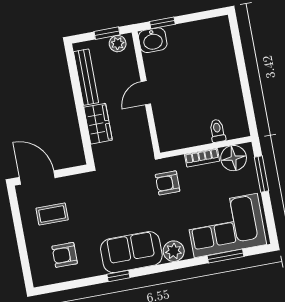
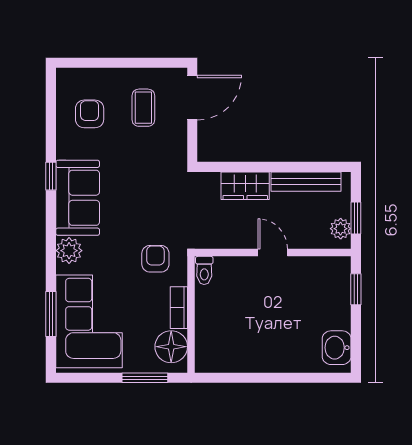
washbasin: (153, 40) -> (337, 348), moved
toilet: (217, 131) -> (204, 270), moved, turned 90

